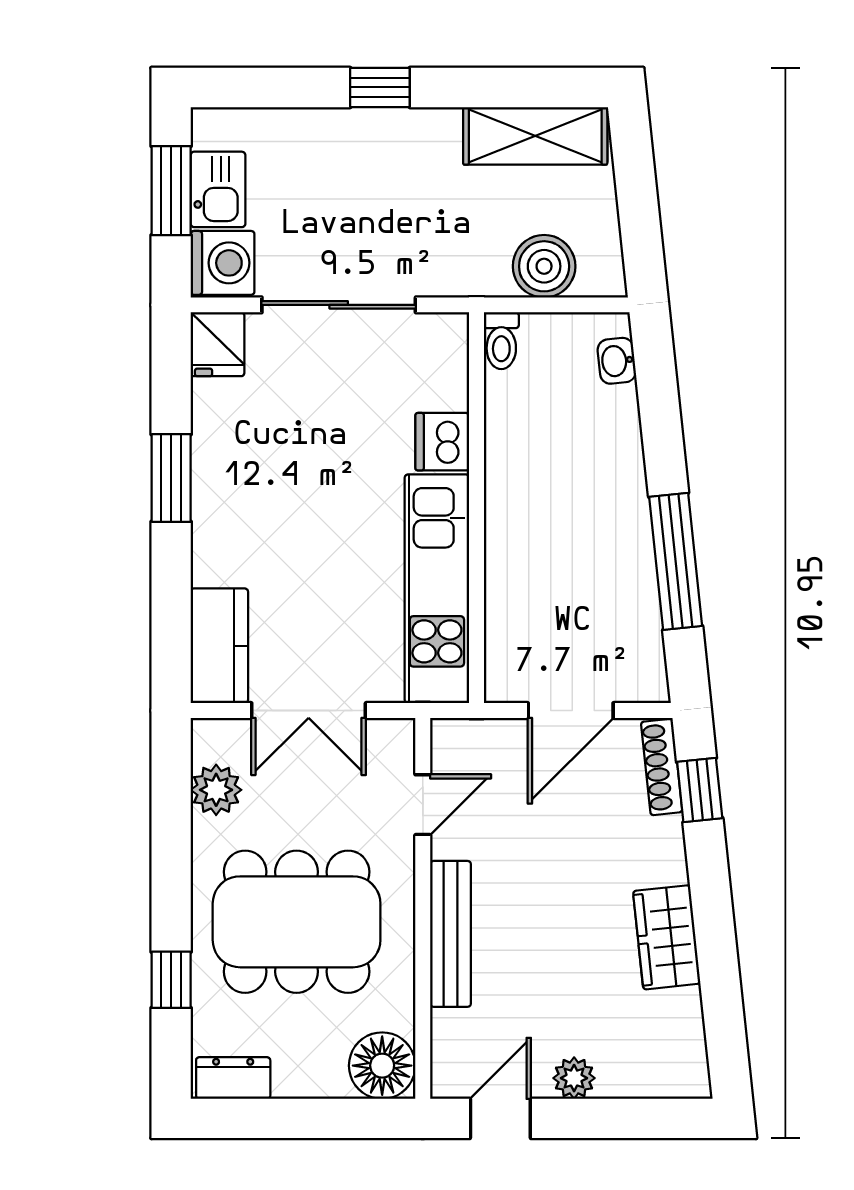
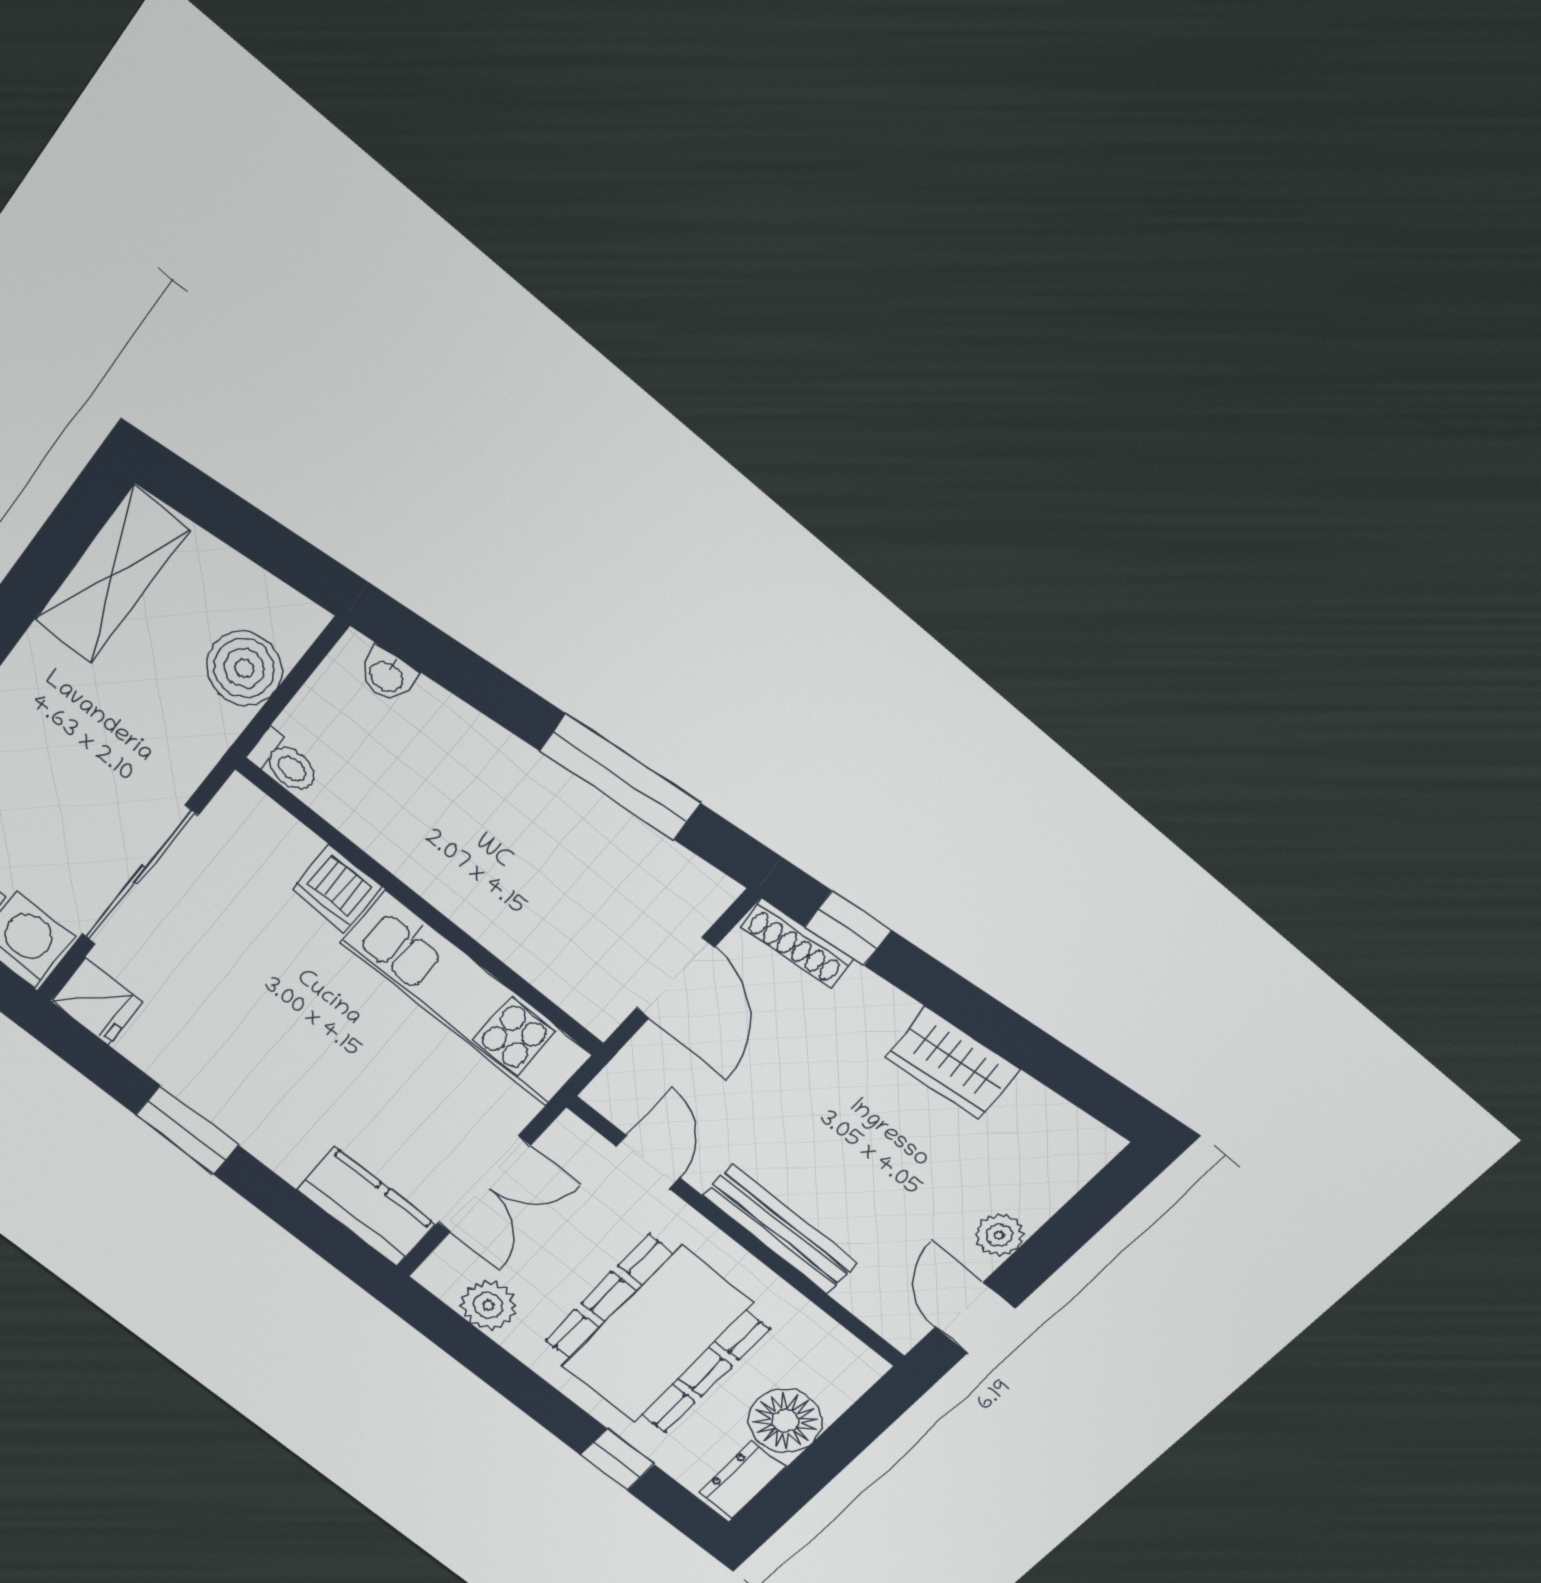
floor lamp: (382, 1066) -> (785, 1421), moved

